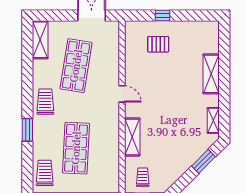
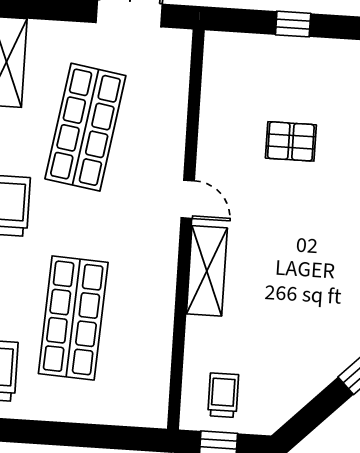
pallet: (158, 44) -> (291, 141), moved
shelving: (132, 137) -> (207, 271), moved

